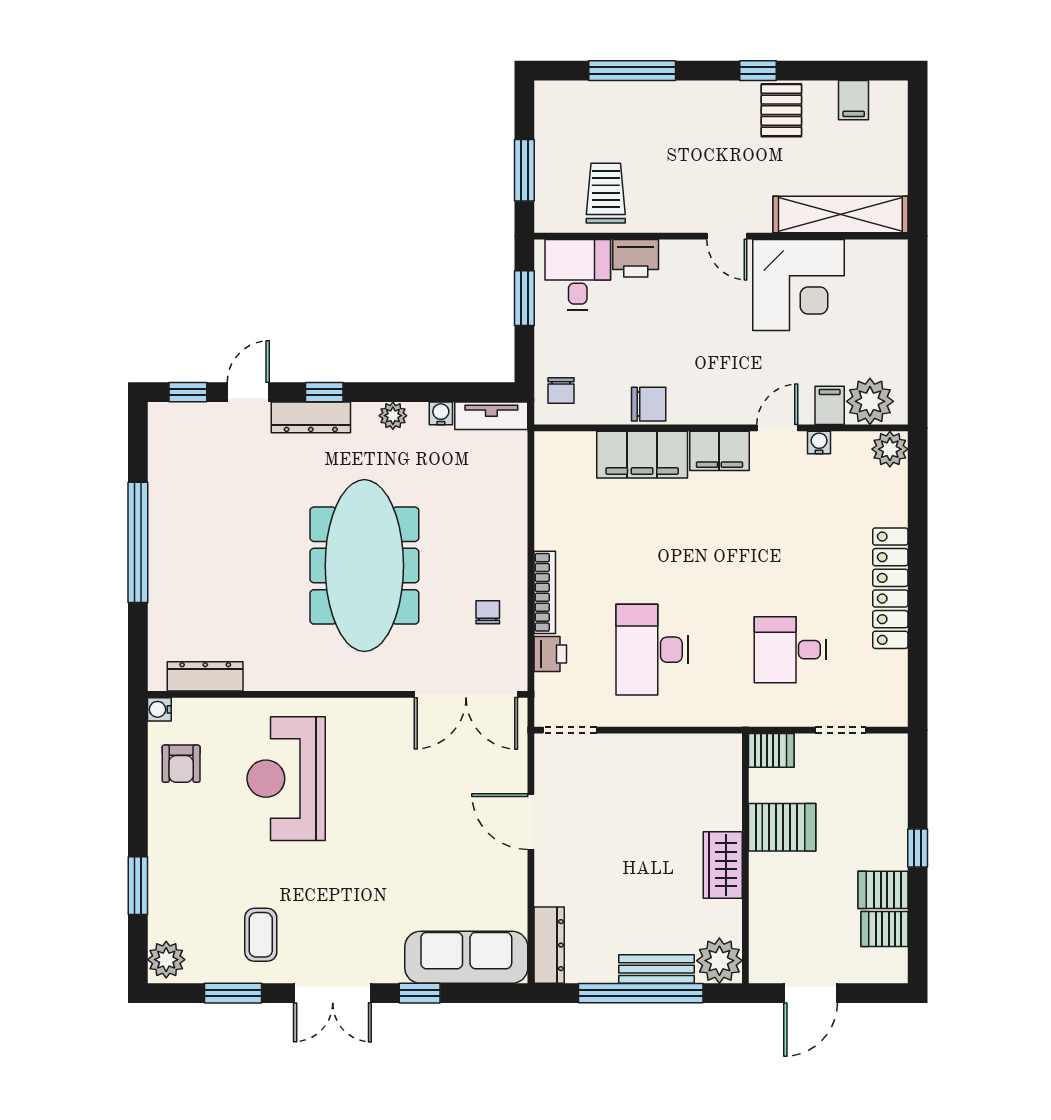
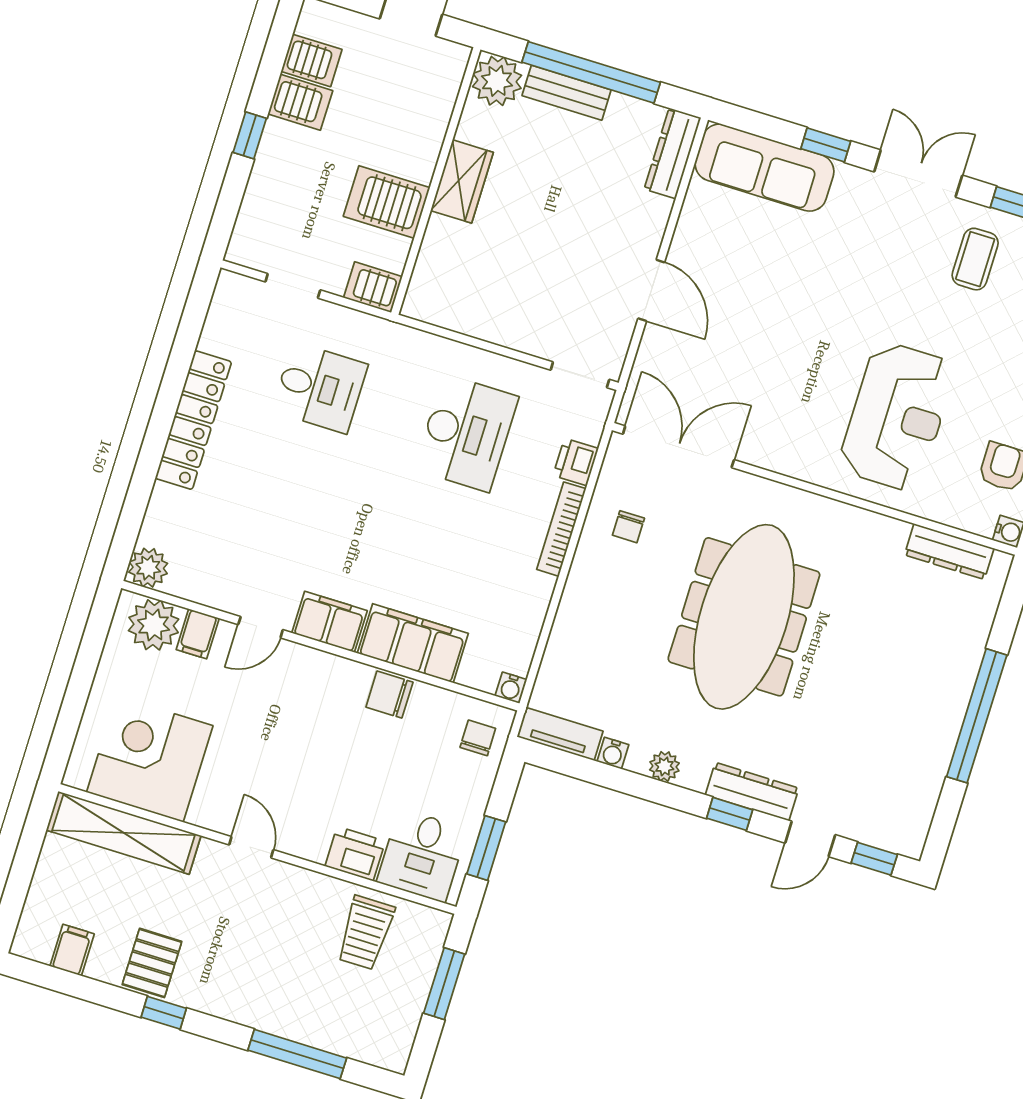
corner desk: (798, 285) -> (150, 759), moved
water cooler: (819, 442) -> (511, 688), moved

